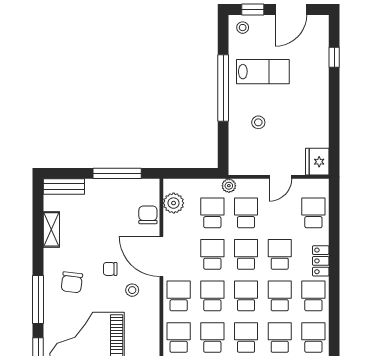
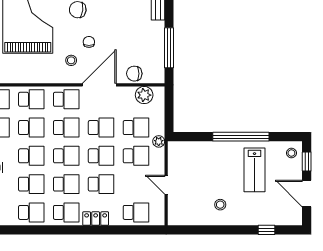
stool: (258, 122) -> (220, 205), moved
fridge: (317, 162) -> (179, 216), removed
chair: (148, 215) -> (134, 74), turned 180

